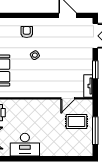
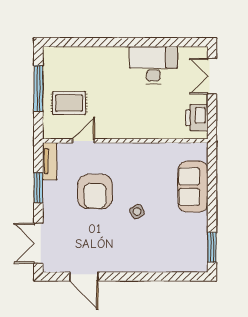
armchair: (27, 32) -> (95, 192), moved, width x1.88, depth x1.88

